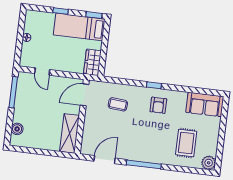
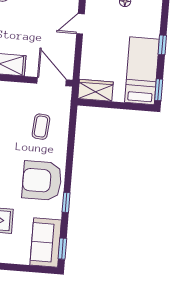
window: (154, 85) -> (66, 202), moved
window: (210, 92) -> (62, 249), added
armchair: (158, 105) -> (42, 181), width x1.88, depth x1.88

